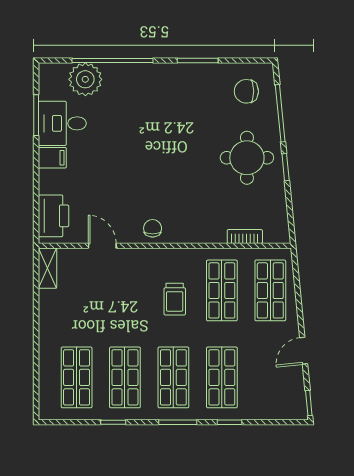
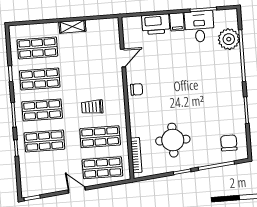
round table: (247, 158) -> (173, 140), moved
printer: (53, 216) -> (156, 24), moved
bookcase: (245, 236) -> (136, 155), width x1.56
shelving: (47, 268) -> (72, 27), moved
door: (304, 351) -> (77, 190), moved

